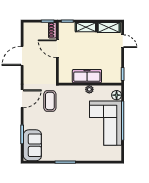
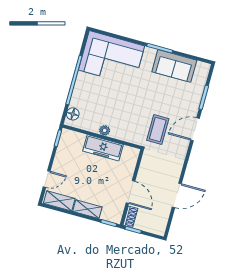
door: (123, 41) -> (47, 179), swing flipped
door: (22, 99) -> (195, 129), moved
corner sofa: (105, 123) -> (112, 58), moved, turned 90
sofa: (32, 145) -> (174, 66), moved, turned -90

